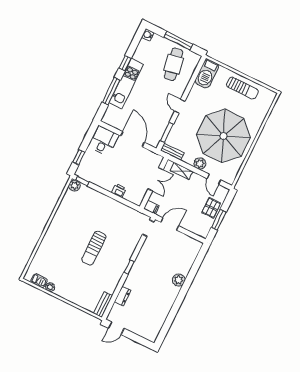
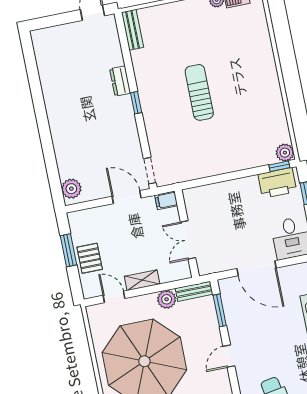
door: (180, 106) -> (229, 356), swing flipped
plant: (200, 164) -> (167, 299), moved
shelving: (181, 171) -> (142, 280), moved
printer: (119, 191) -> (277, 183), moved, width x1.87, depth x1.48
door: (170, 224) -> (127, 197), swing flipped
plant: (179, 280) -> (71, 189), moved
dresser: (123, 296) -> (120, 81), moved

